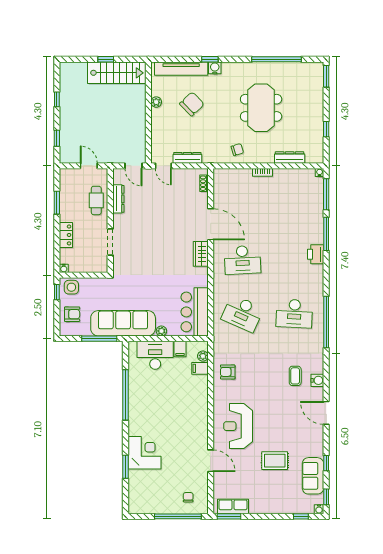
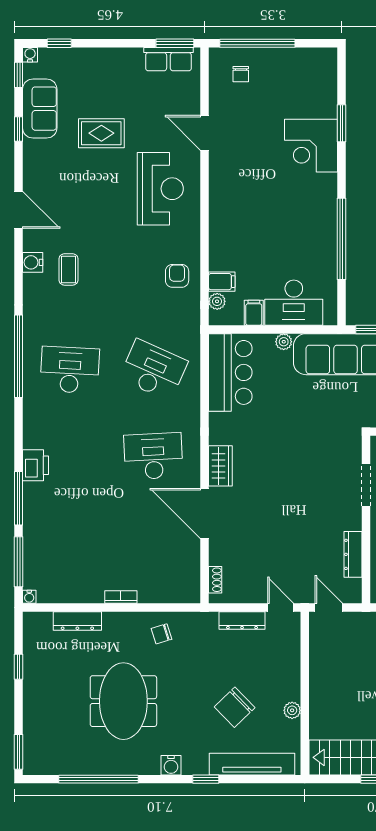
water cooler: (215, 68) -> (171, 765), moved
armchair: (228, 372) -> (177, 276), turned -90

